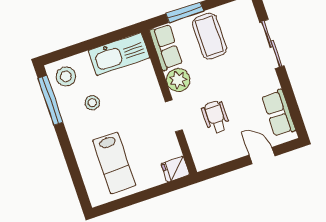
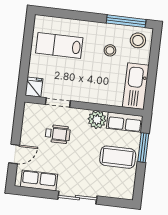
sliding door: (272, 44) -> (77, 198), moved
doorway: (174, 116) -> (58, 103), moved

